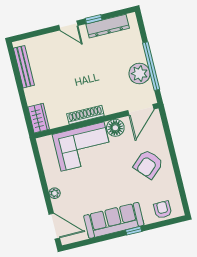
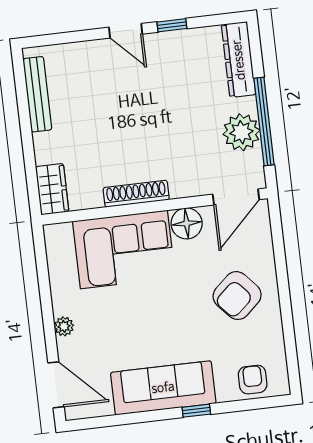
dresser: (108, 26) -> (239, 60), moved, turned 90

